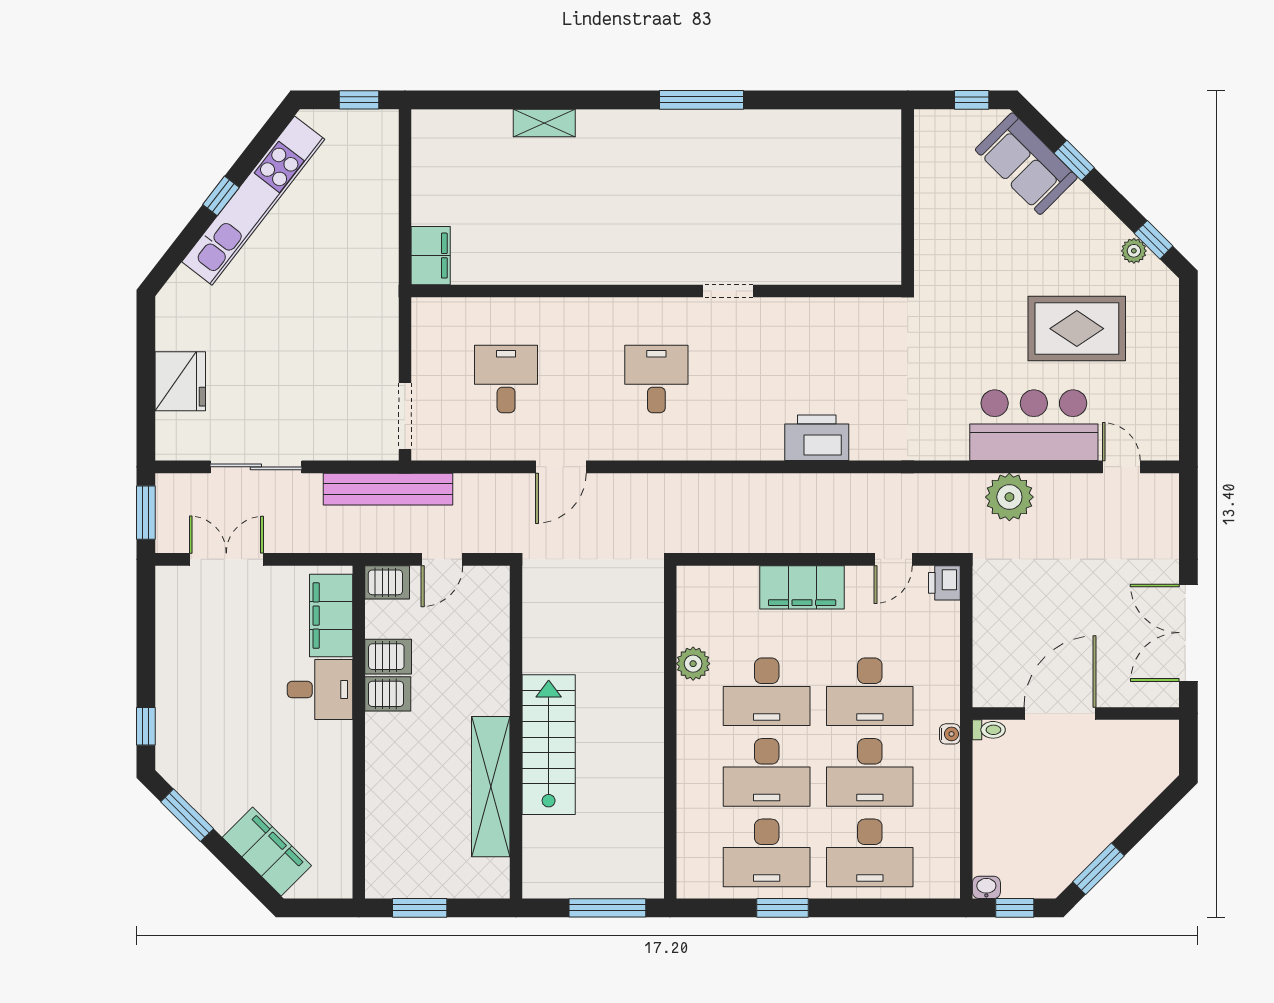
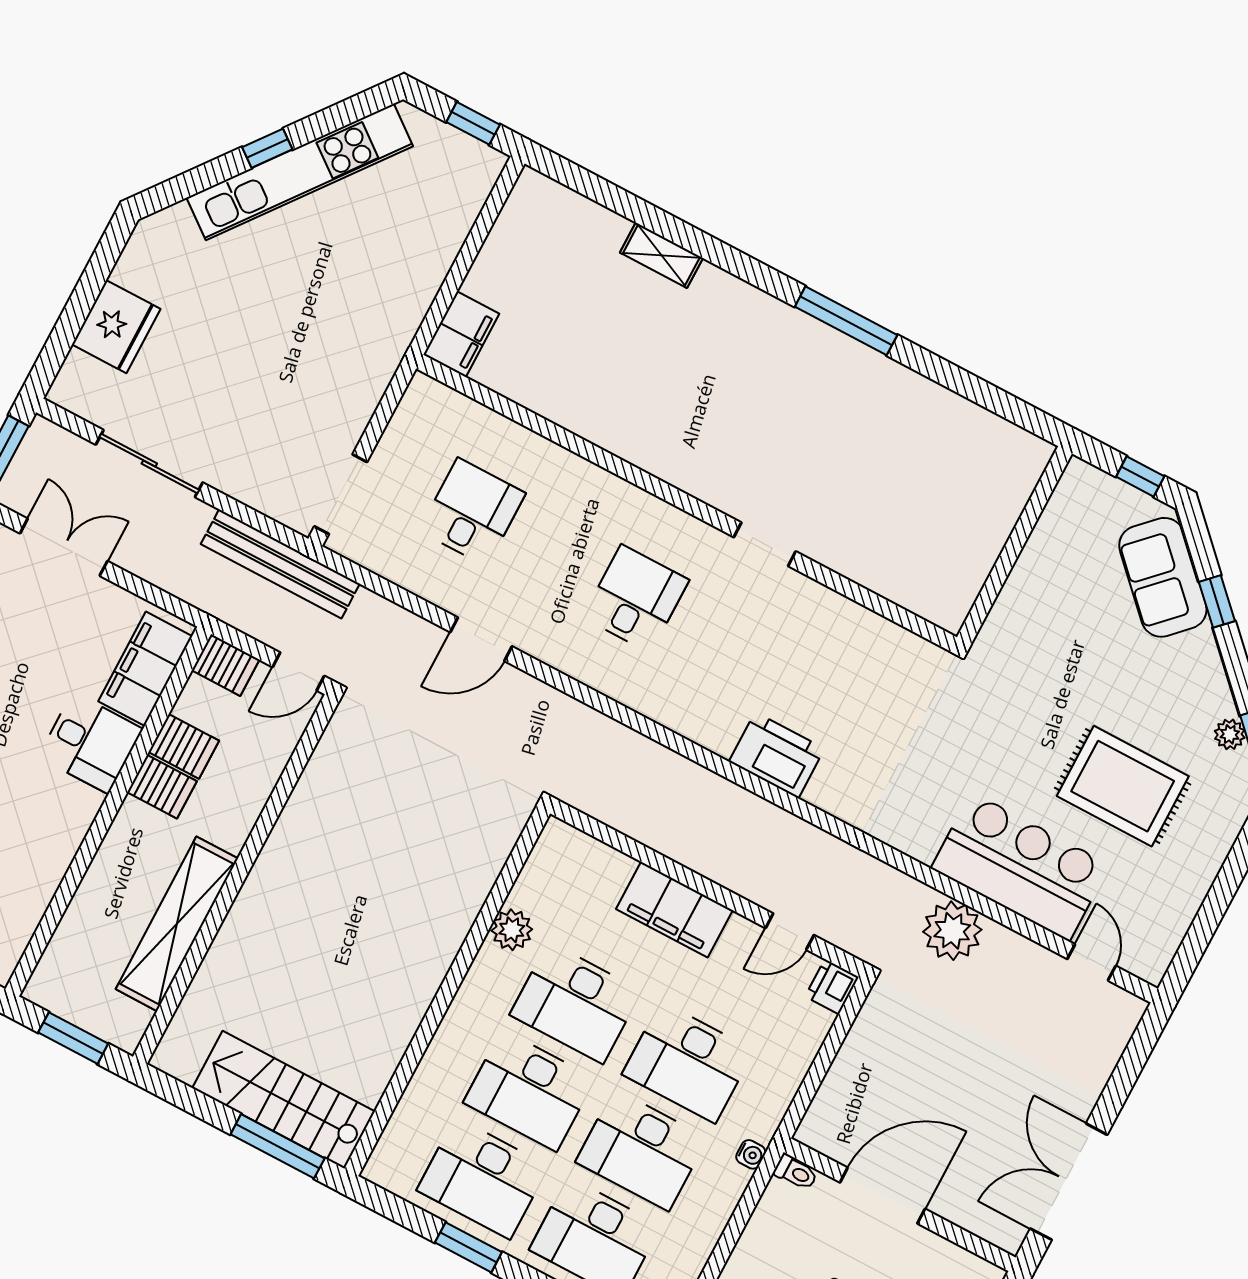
wall: (516, 732) -> (236, 879), moved
stairs: (549, 745) -> (284, 1100), moved, turned -90
shelving: (491, 787) -> (177, 924), moved

